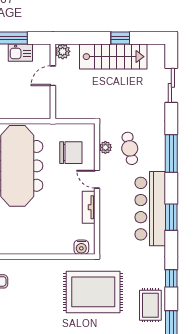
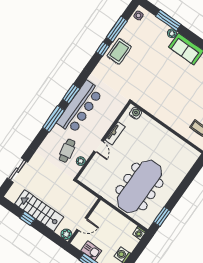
chair: (71, 153) -> (103, 172), removed
window: (171, 153) -> (53, 119), moved
window: (171, 278) -> (103, 49), moved
rug: (93, 292) -> (147, 82), removed

